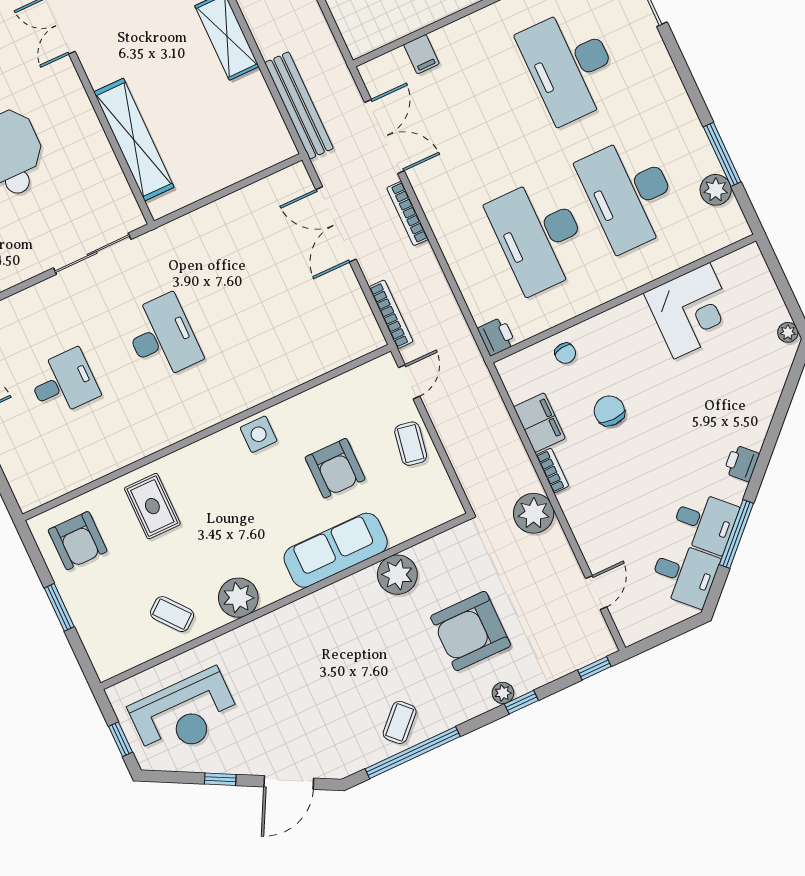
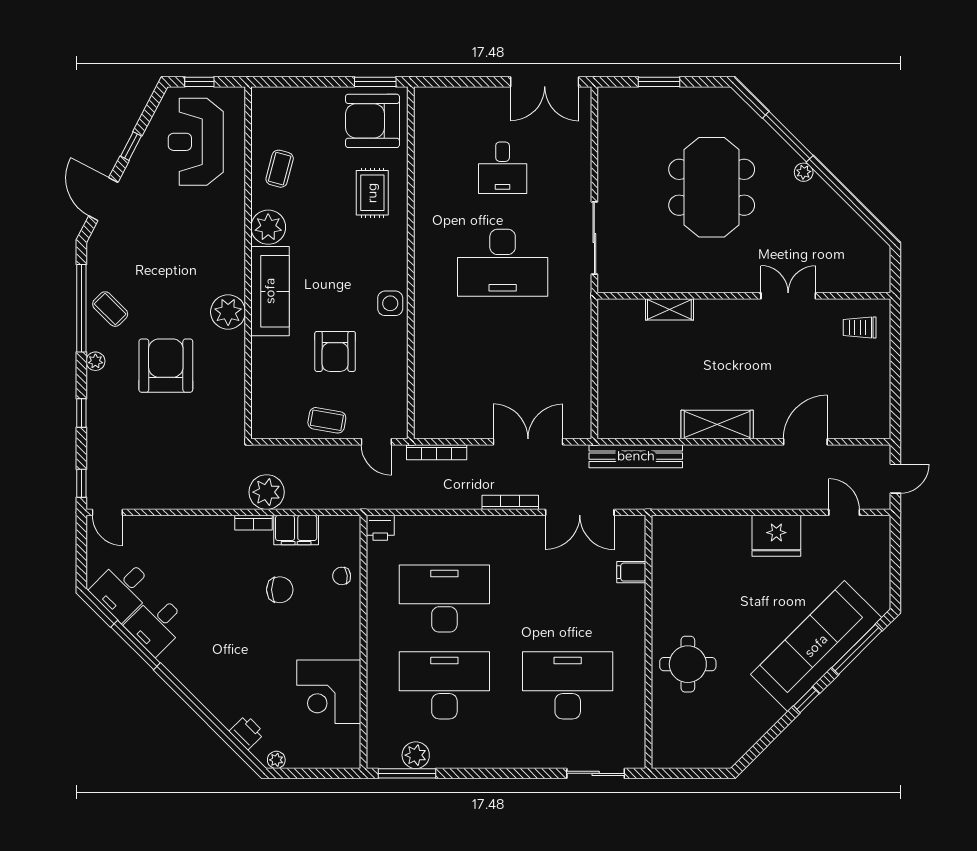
shelving: (134, 140) -> (669, 309), width x0.45, depth x0.75
window: (722, 154) -> (407, 773), moved
desk: (162, 337) -> (503, 263), width x1.36, depth x1.30
printer: (742, 463) -> (247, 732), moved
armchair: (335, 468) -> (335, 351), turned -90
rug: (152, 506) -> (372, 193), turned 90
plant: (534, 513) -> (267, 492), moved
armchair: (78, 541) -> (372, 121), width x1.36, depth x1.36
sofa: (336, 550) -> (270, 291), moved
plant: (397, 575) -> (228, 312), moved
door: (596, 593) -> (107, 512), moved
window: (59, 607) -> (375, 82), moved
coffee table: (172, 614) -> (280, 169), turned -36
armchair: (471, 631) -> (166, 366), moved
plant: (503, 693) -> (95, 361), moved

